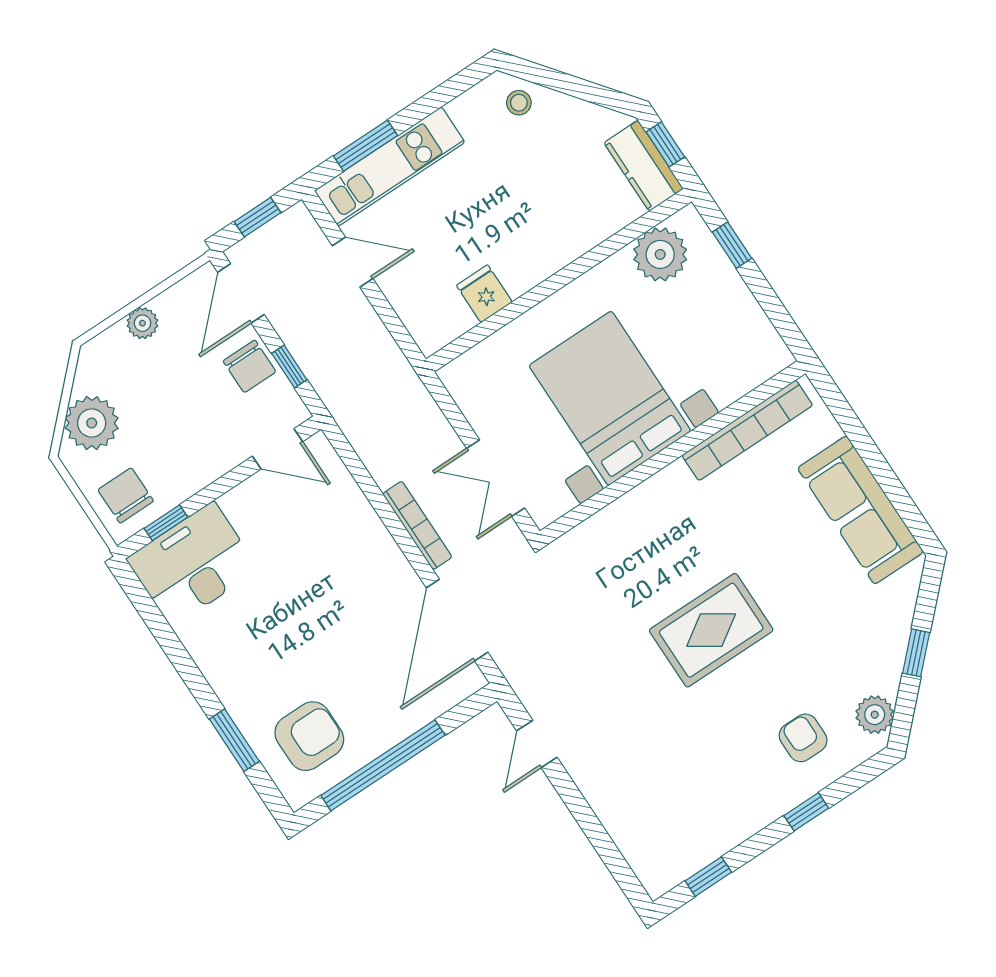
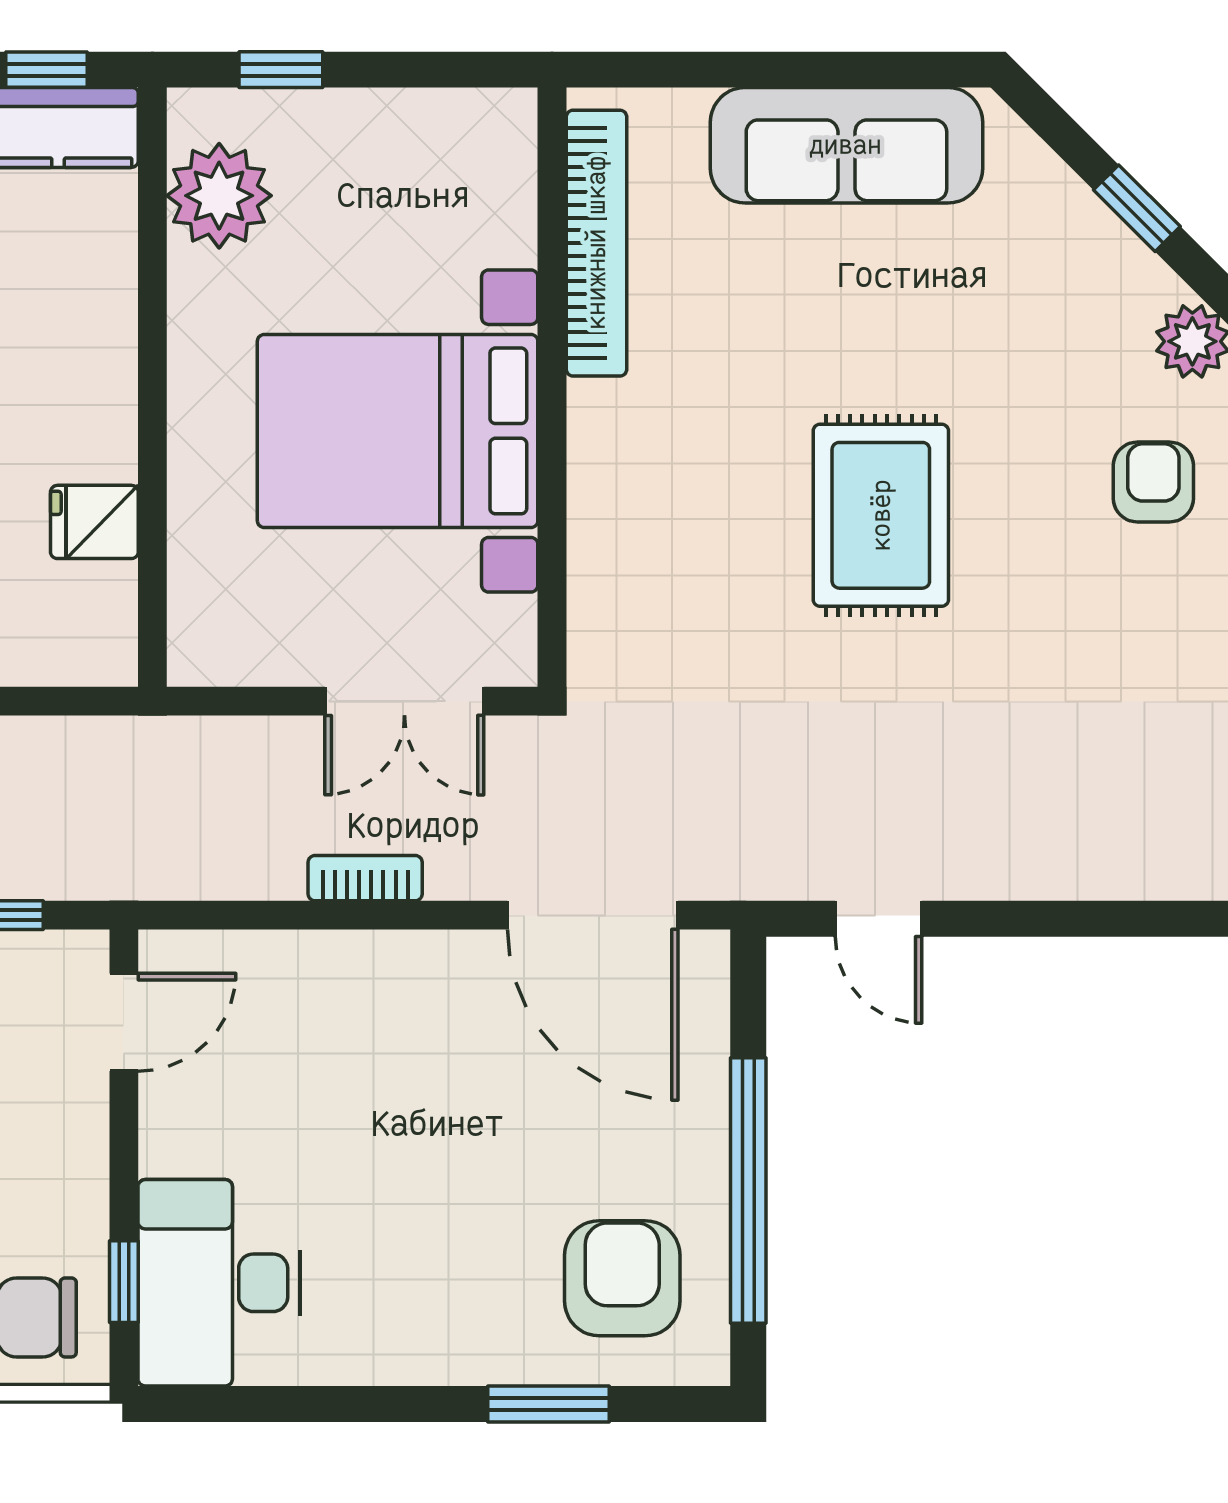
bookcase: (417, 525) -> (365, 878), width x0.64
armchair: (803, 738) -> (1153, 482), turned 90

